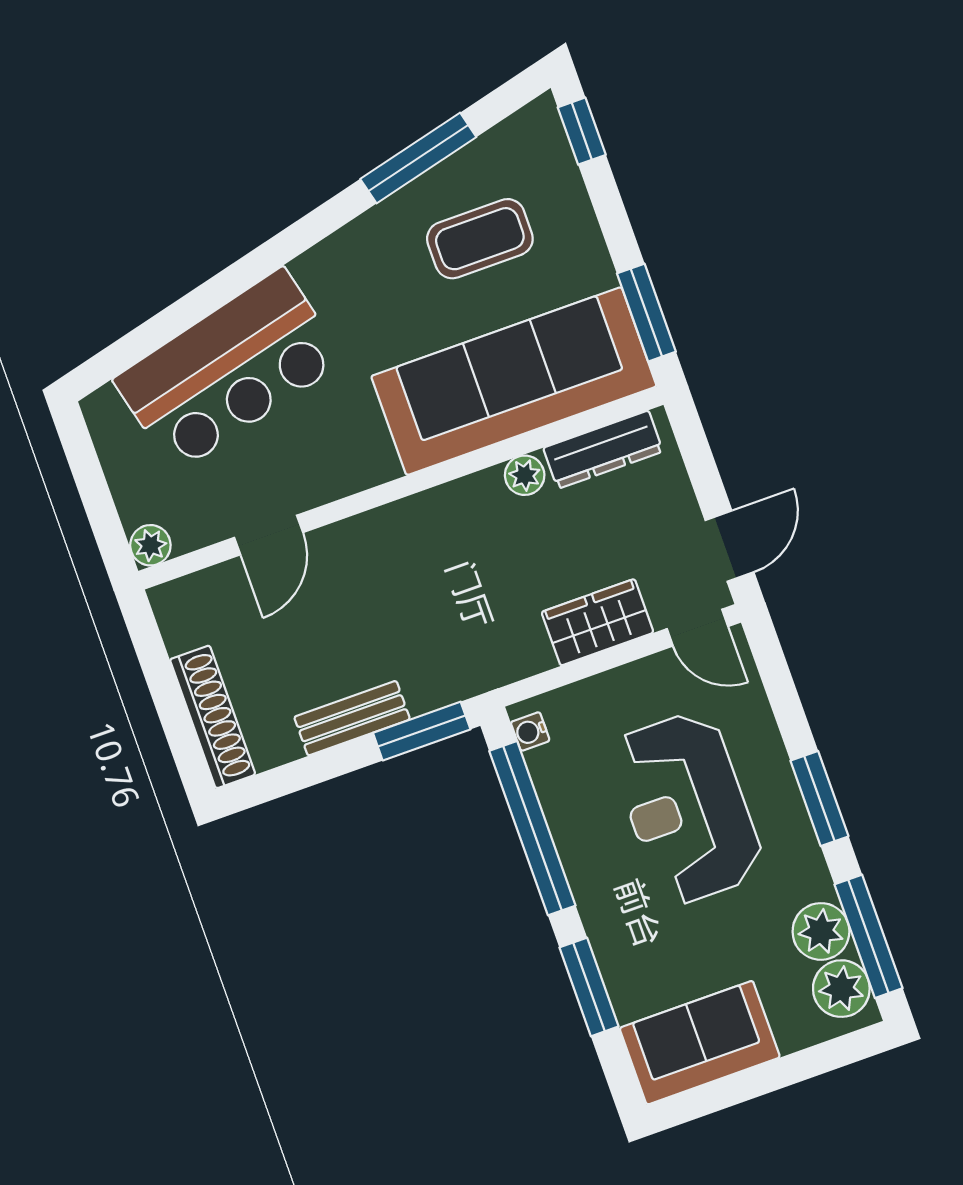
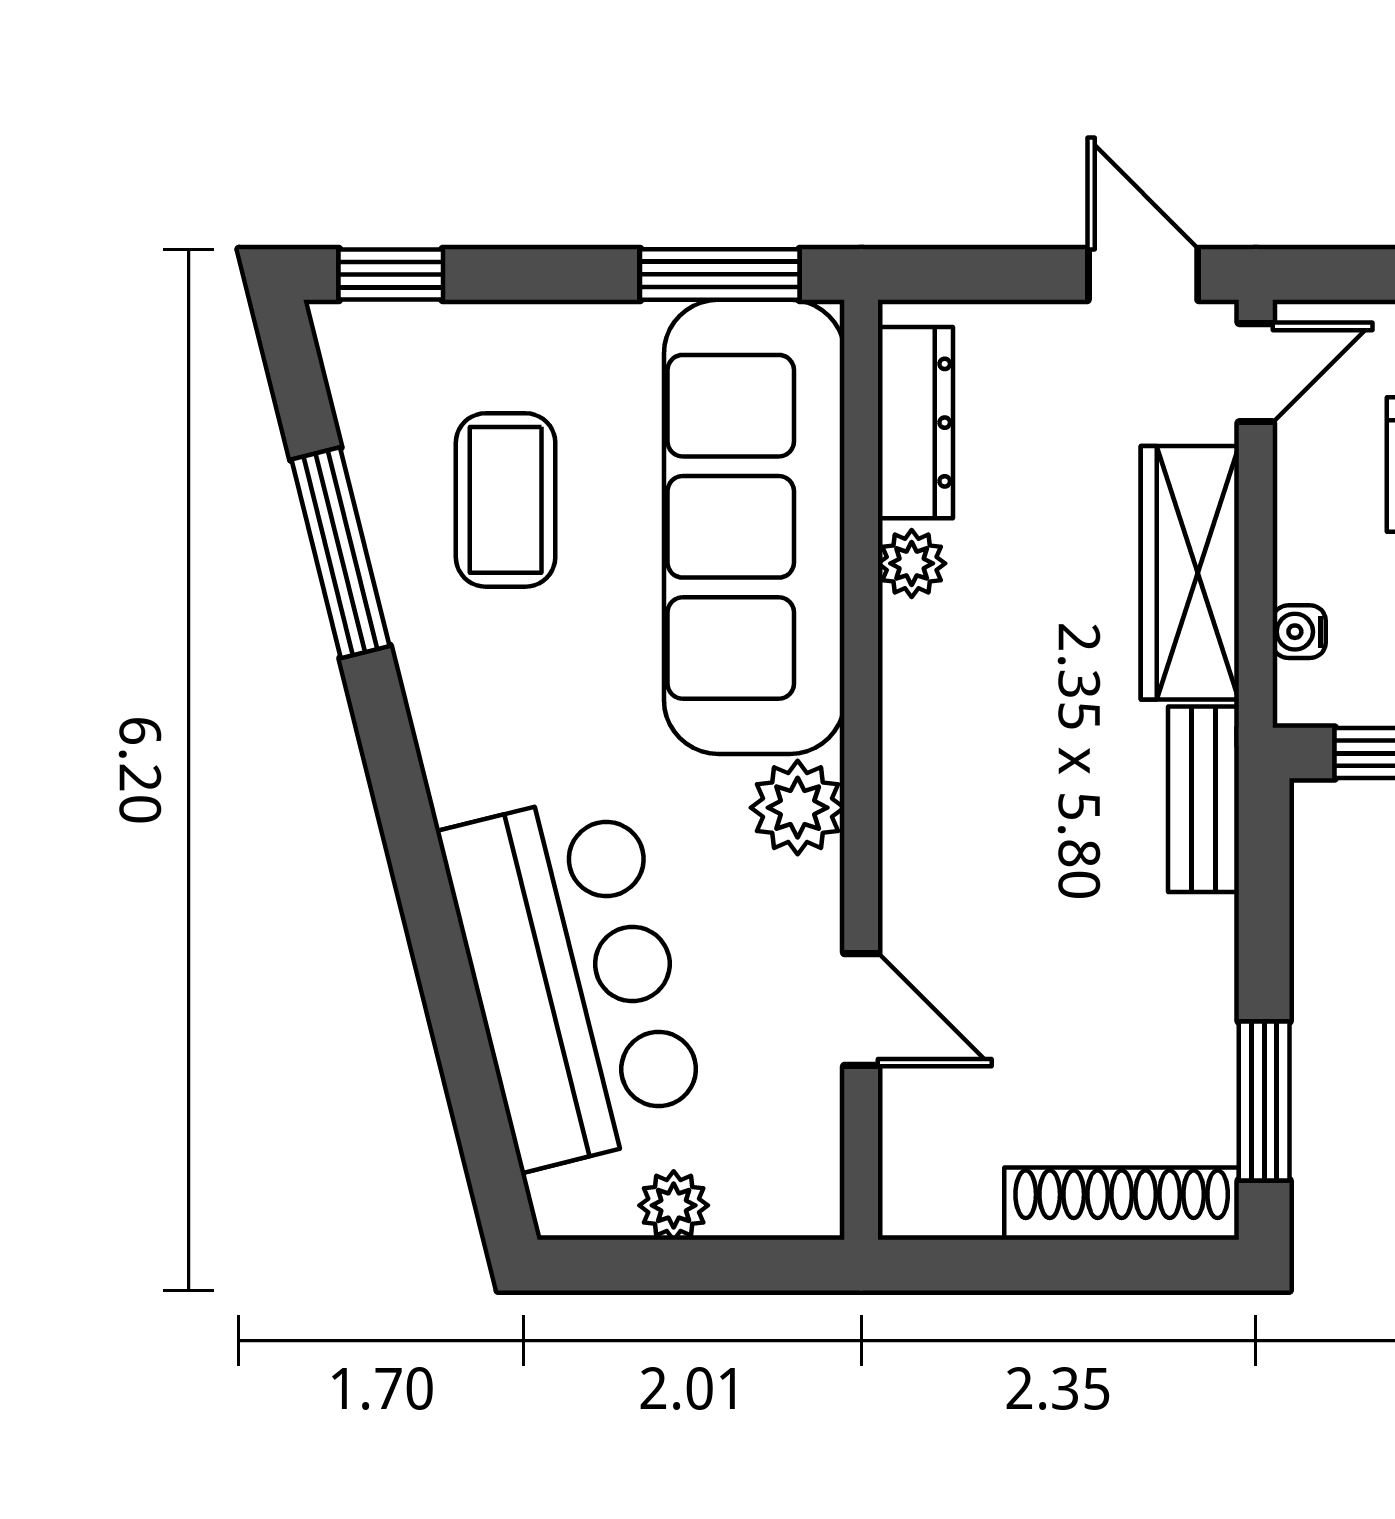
plant: (368, 460) -> (798, 808), added
plant: (150, 545) -> (674, 1205), moved
wardrobe: (598, 622) -> (1190, 573), width x1.50
bench: (352, 718) -> (1204, 799), moved
window: (422, 731) -> (1264, 1101), moved
water cooler: (530, 731) -> (1299, 632), moved, turned 90

